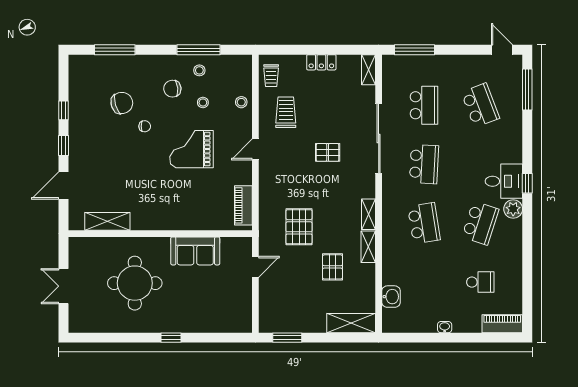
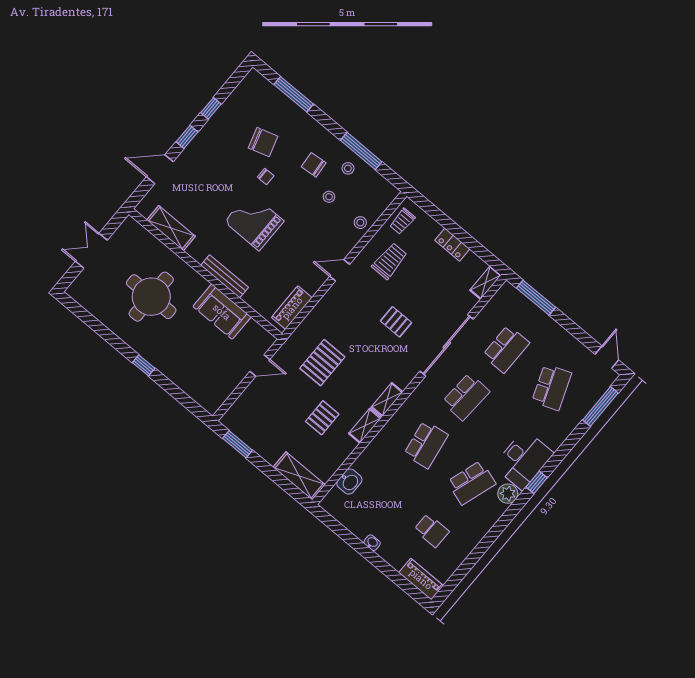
grand piano: (192, 149) -> (254, 221), moved
desk: (504, 181) -> (524, 460), width x1.37
bench: (176, 224) -> (225, 276), added

